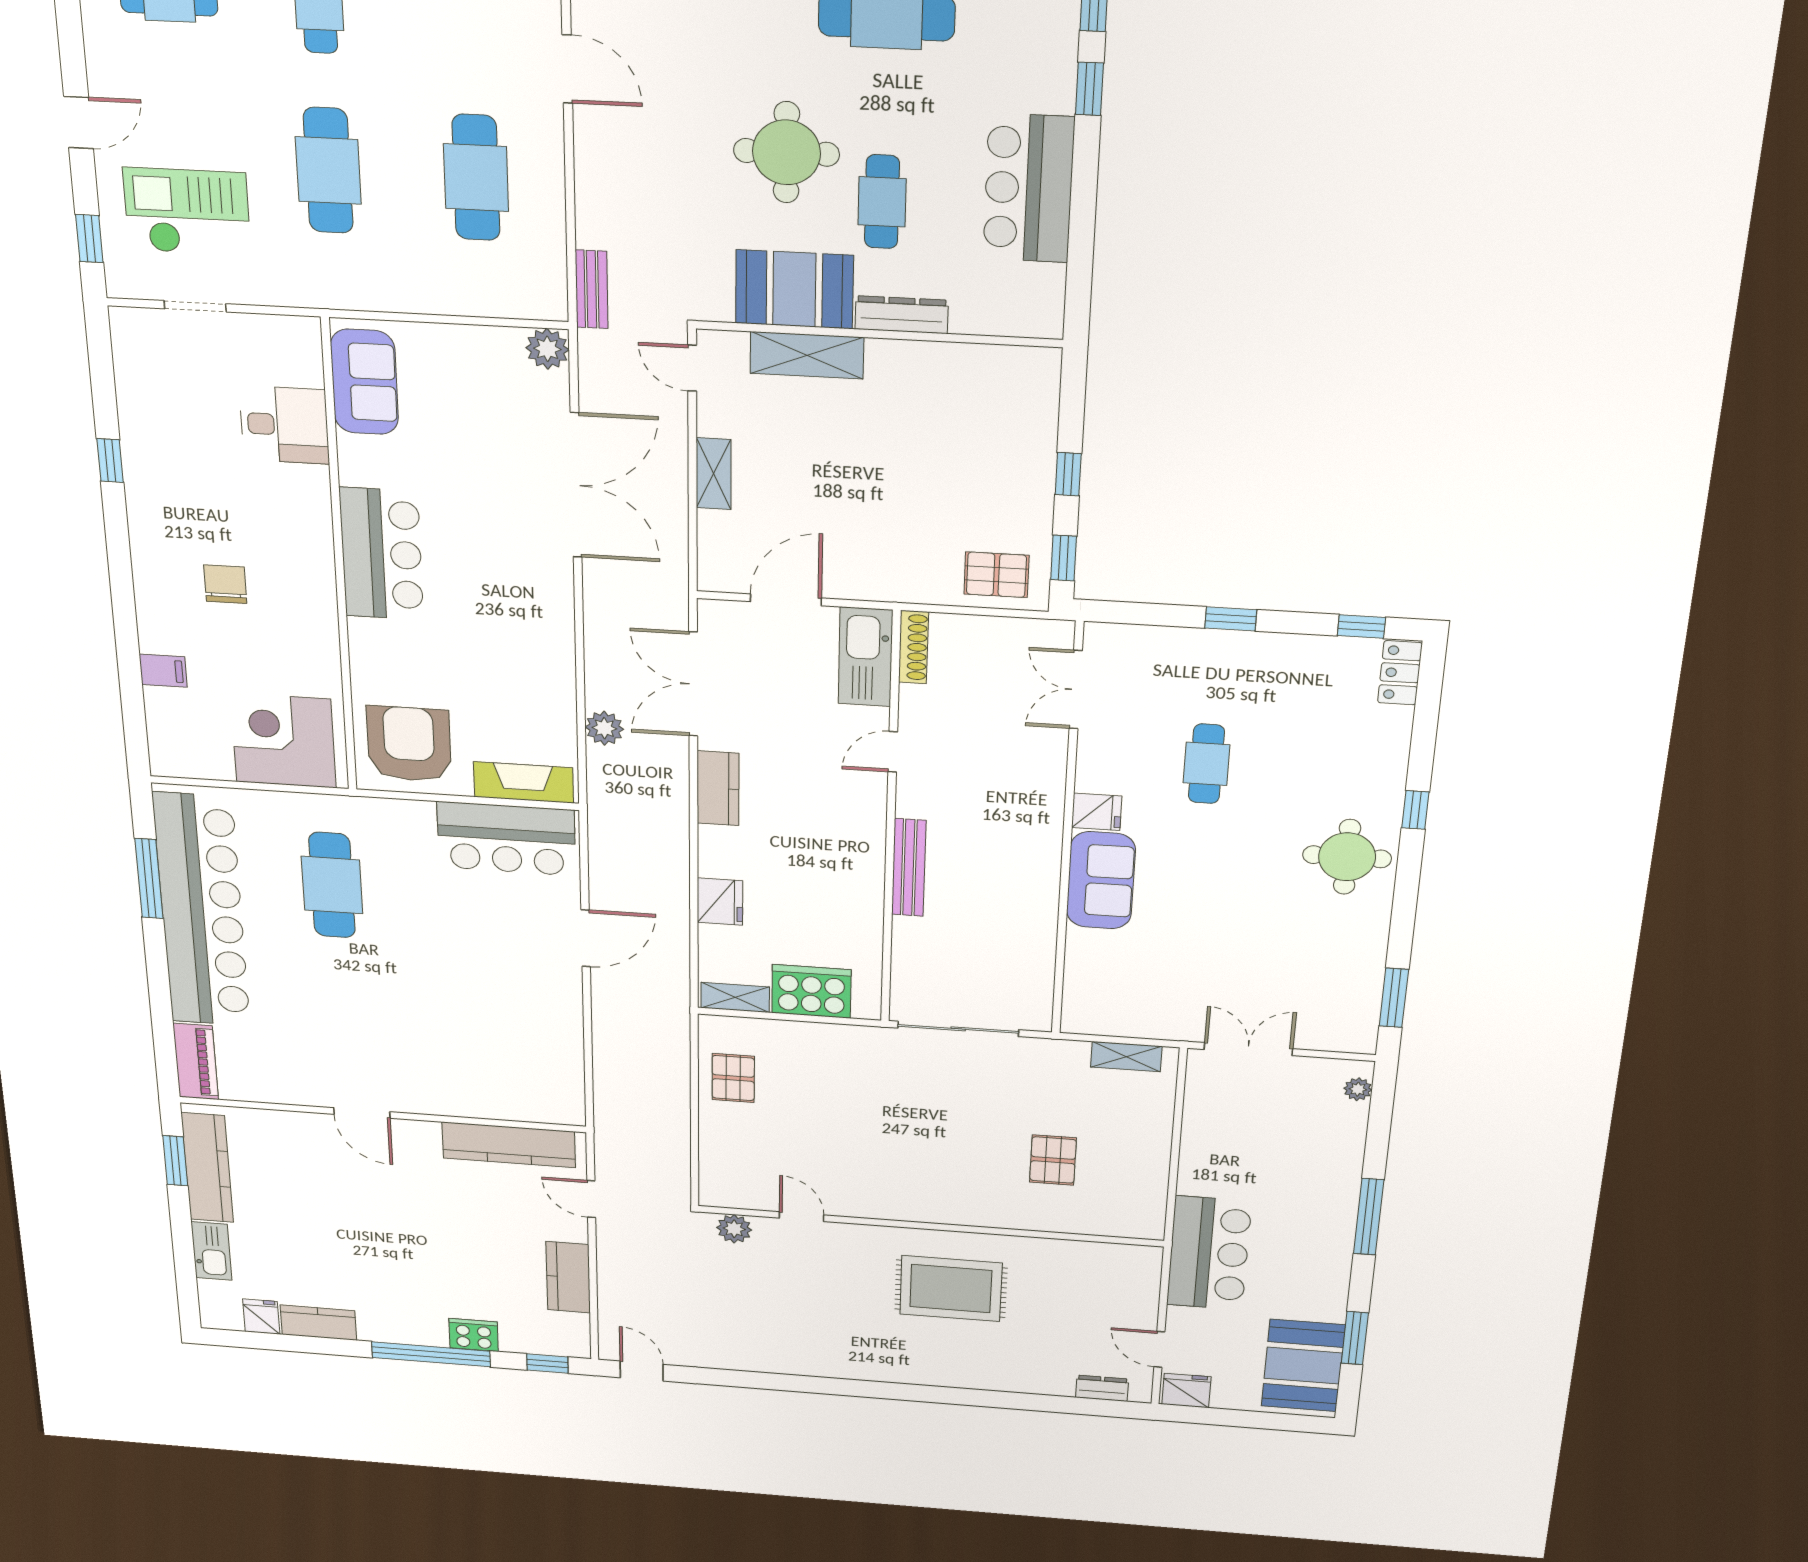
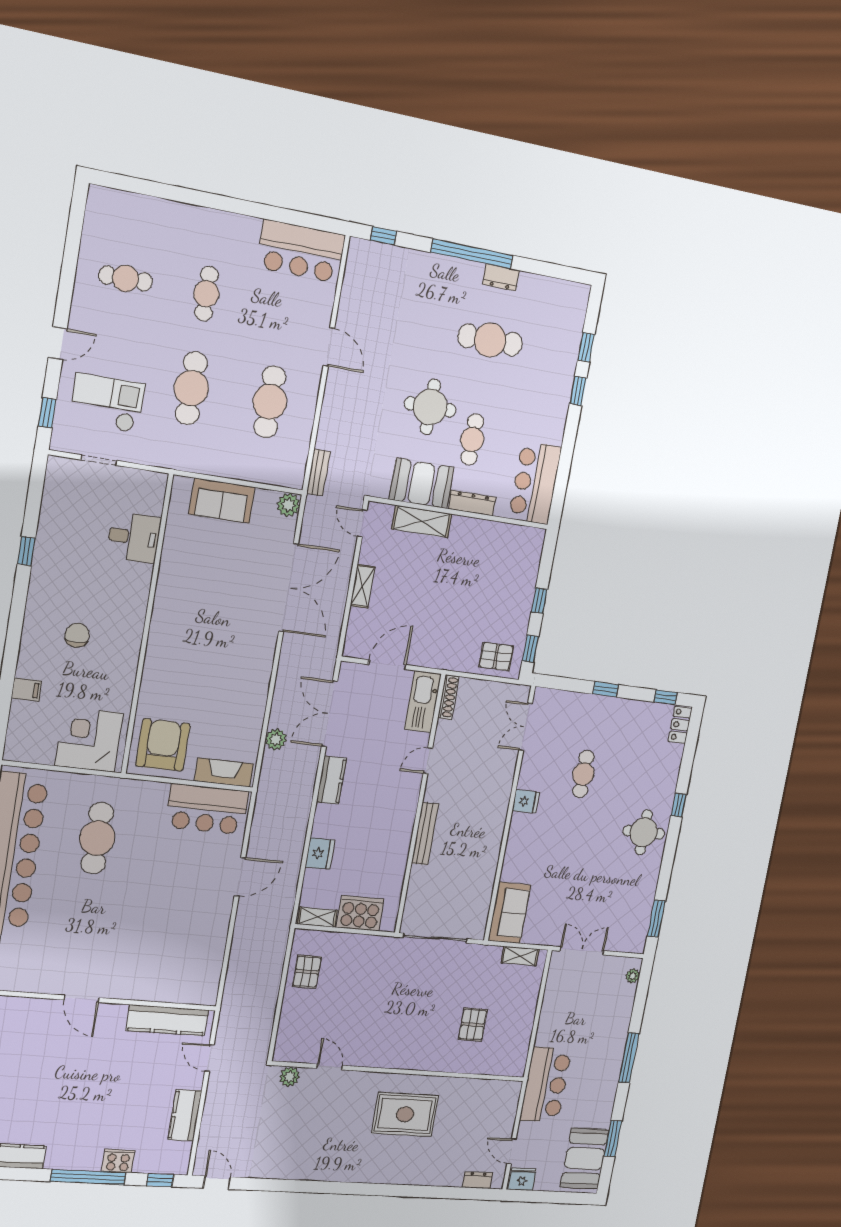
bar counter: (1029, 188) -> (535, 483), moved
sofa: (364, 382) -> (222, 501), moved, turned 90
bar counter: (381, 554) -> (172, 622), removed
sofa: (1101, 880) -> (509, 913), moved

